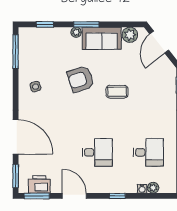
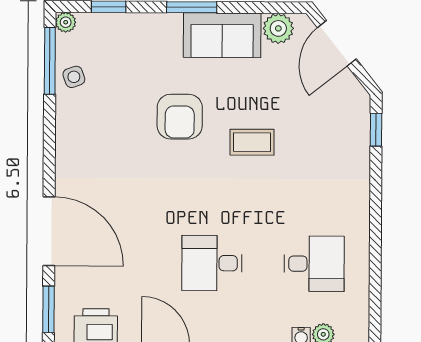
plant: (76, 32) -> (66, 22), moved
armchair: (81, 79) -> (180, 117), turned -72
side table: (35, 87) -> (74, 77), moved
desk: (97, 152) -> (212, 263), turned 180

